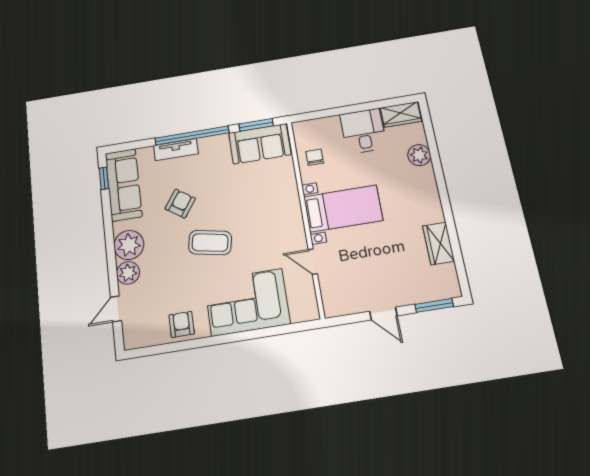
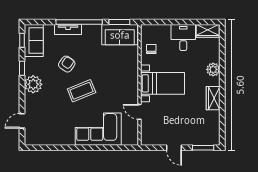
plant: (419, 155) -> (213, 69), moved
sofa: (124, 185) -> (34, 40), width x0.73
window: (108, 222) -> (22, 68), added
coffee table: (210, 243) -> (82, 91), turned -33
wardrobe: (439, 243) -> (213, 98), moved
plant: (128, 273) -> (31, 101), removed
armchair: (182, 324) -> (59, 136), removed

